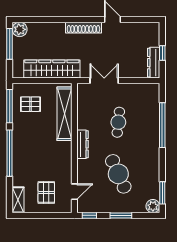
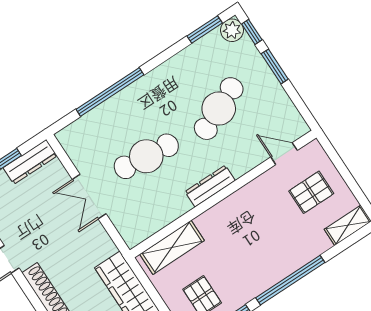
double door: (104, 81) -> (89, 197), moved
shelving: (65, 114) -> (172, 247), width x0.68
cafe table: (118, 122) -> (146, 156), width x1.37, depth x1.35
window: (89, 215) -> (252, 32), moved

